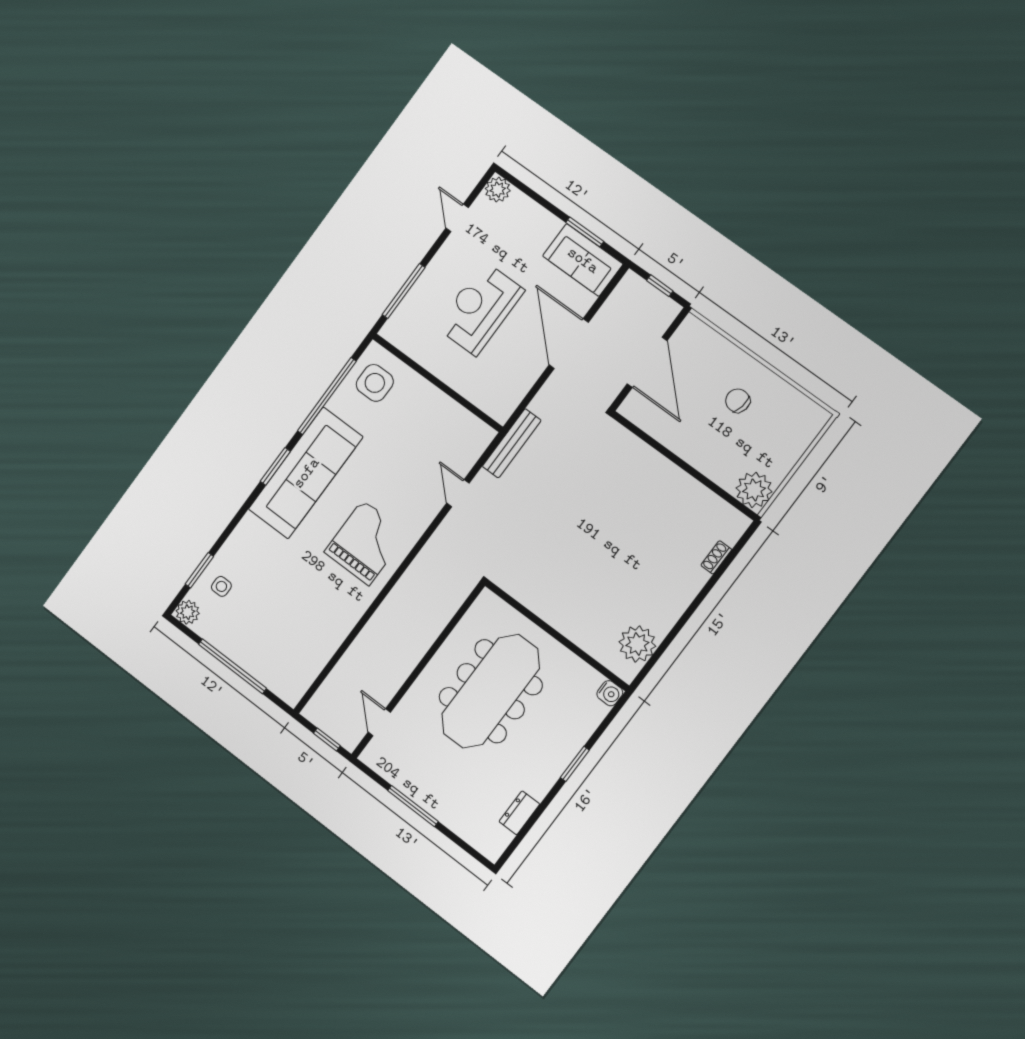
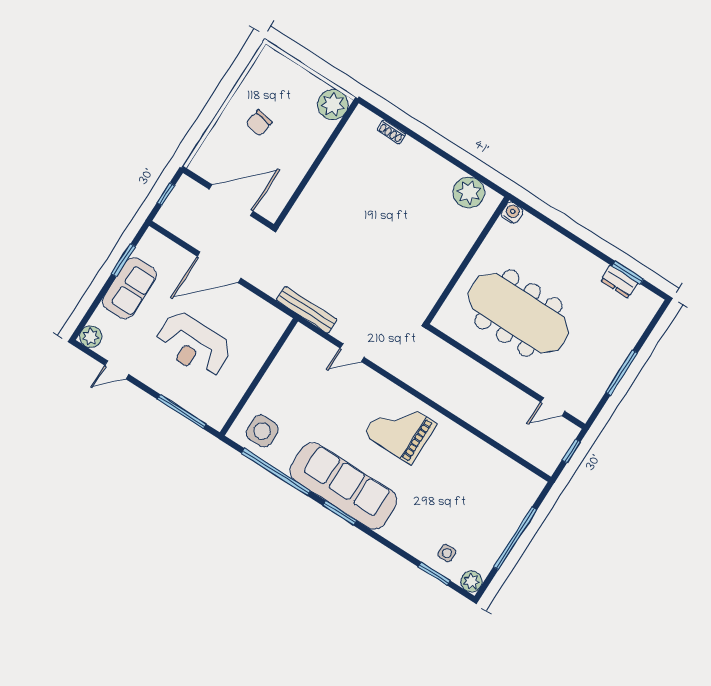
sofa: (583, 260) -> (129, 288), moved
window: (575, 764) -> (628, 273), moved

